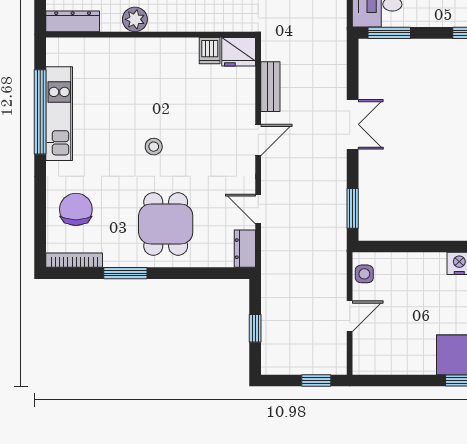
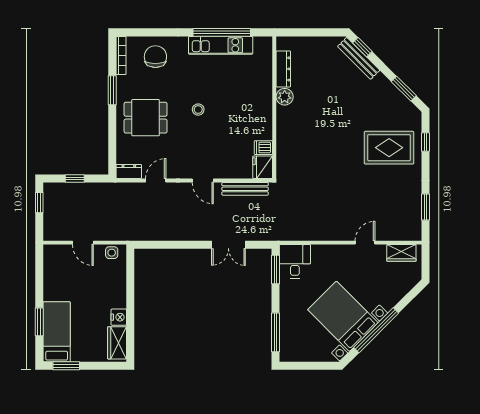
dresser: (73, 21) -> (283, 69), moved
bench: (270, 87) -> (245, 189), width x1.36
double door: (353, 124) -> (228, 245), moved
window: (353, 208) -> (156, 245), removed
chair: (76, 209) -> (155, 57), turned -90
window: (316, 381) -> (39, 203), moved

